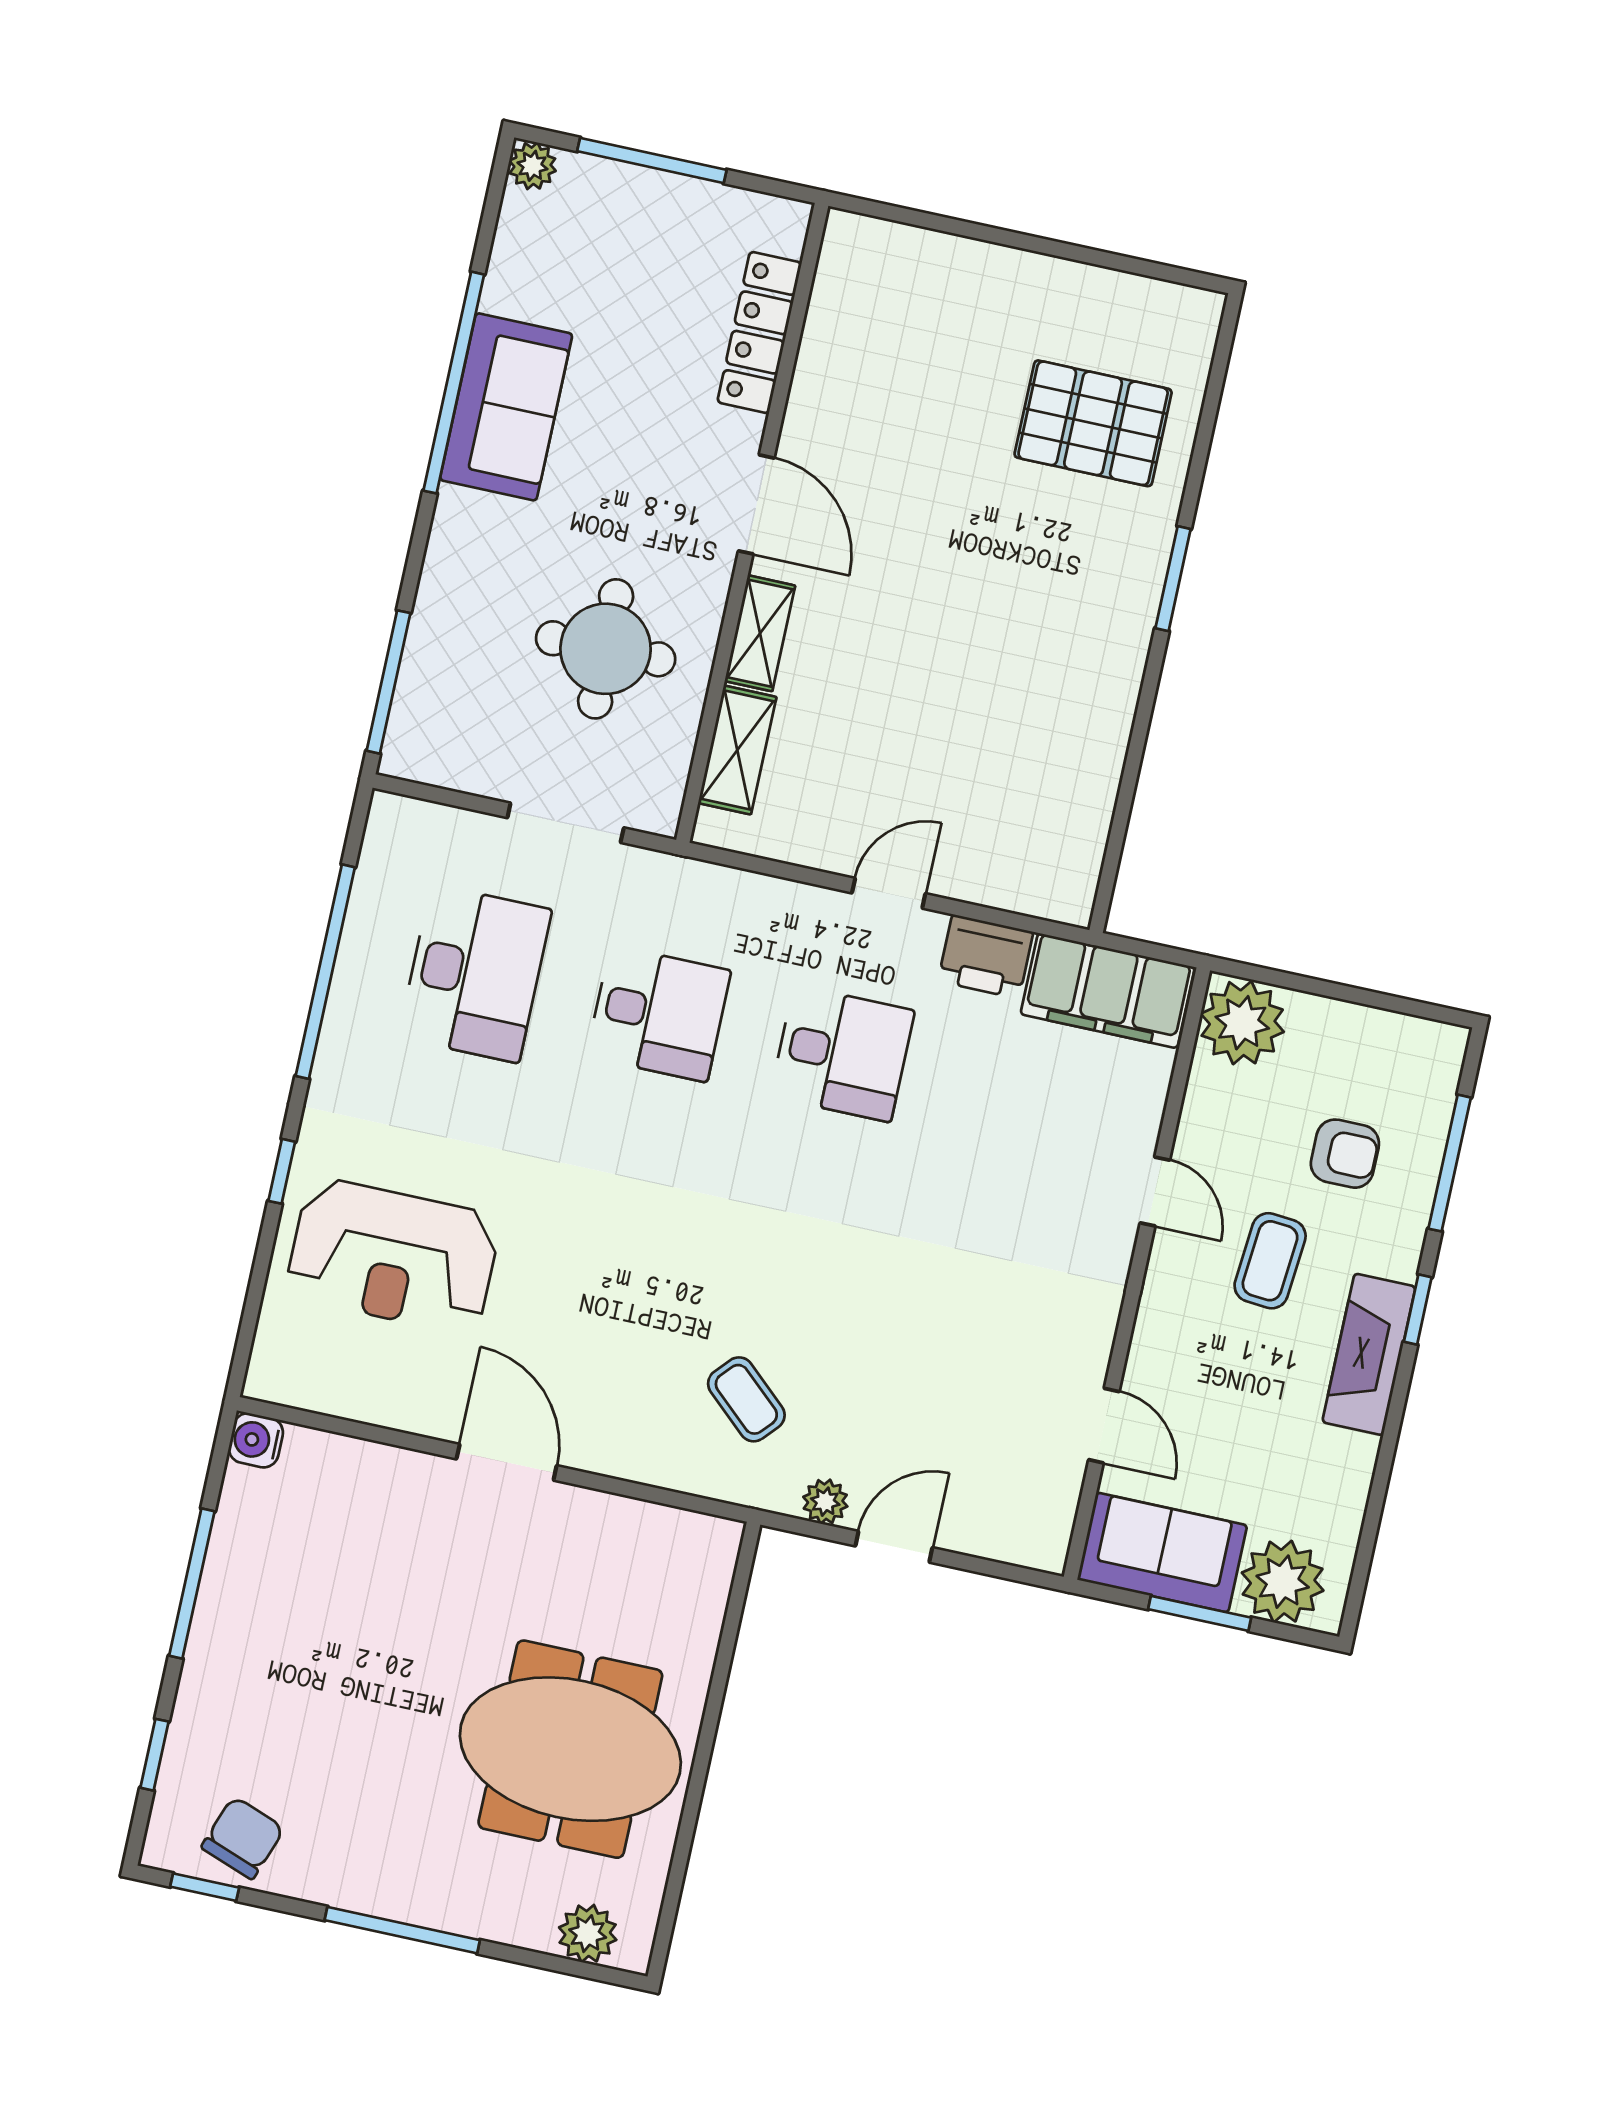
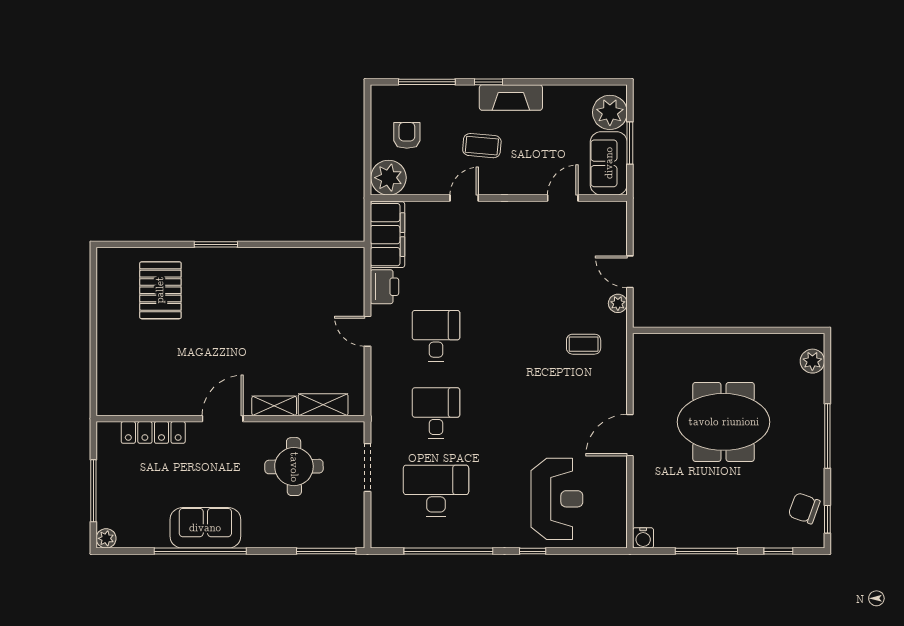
armchair: (1345, 1154) -> (407, 135), moved
coffee table: (746, 1399) -> (584, 344), turned 48
meeting table: (570, 1749) -> (724, 422), moved, turned 90

